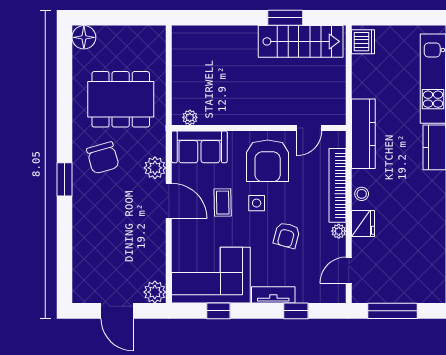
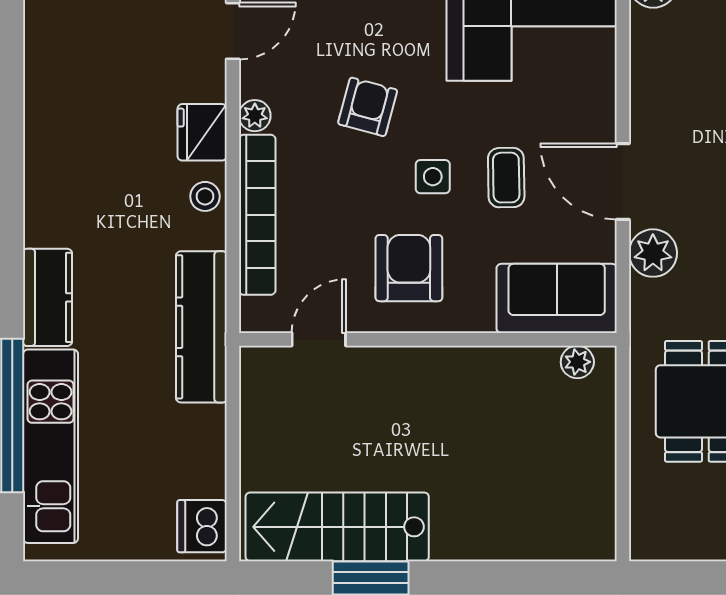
armchair: (268, 161) -> (409, 268), width x0.73, depth x0.73

